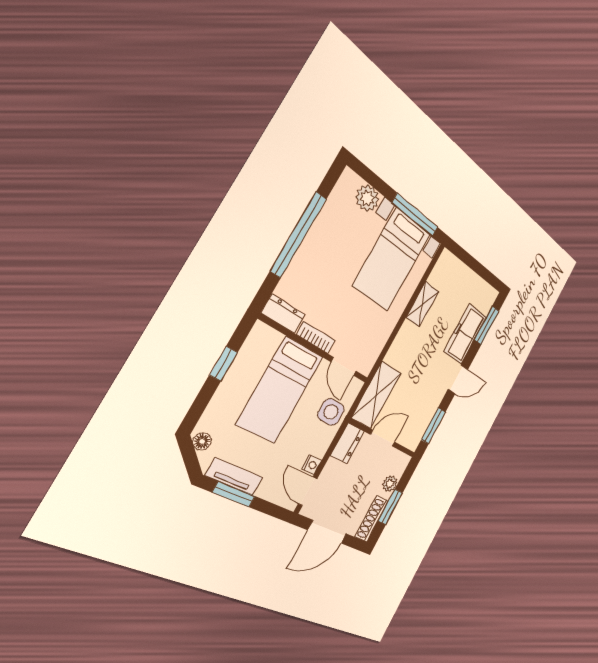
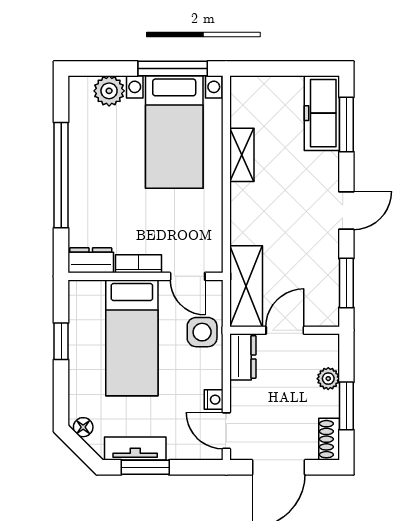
freezer: (465, 334) -> (322, 113), moved
shoe rack: (372, 519) -> (329, 439), width x0.70

